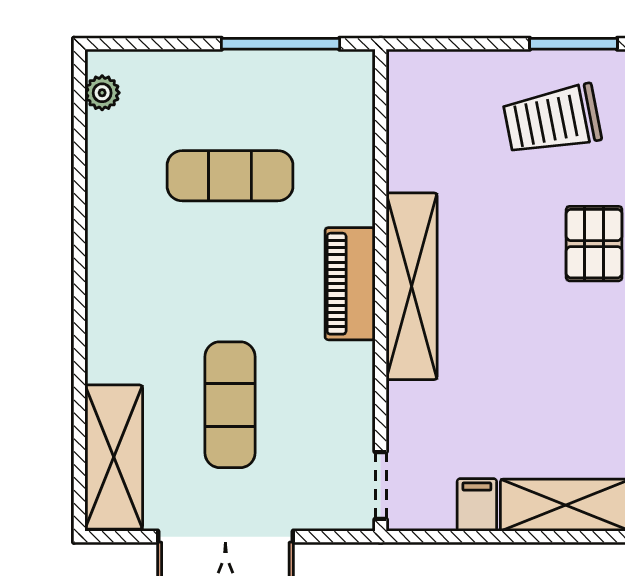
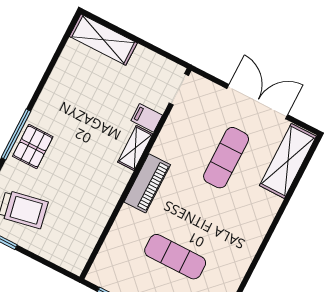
shelving: (412, 286) -> (135, 148), width x0.45, depth x0.75
filing cabinet: (477, 505) -> (147, 118), moved, turned 90

